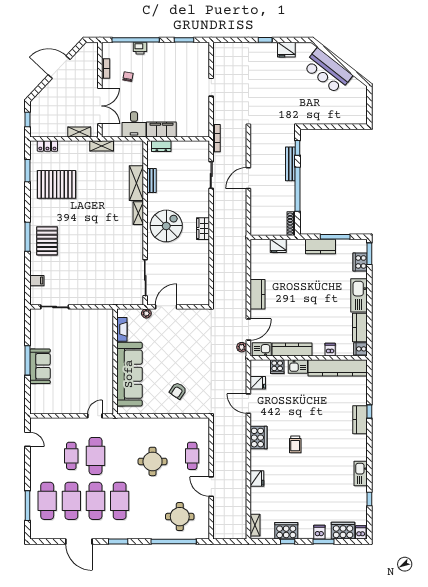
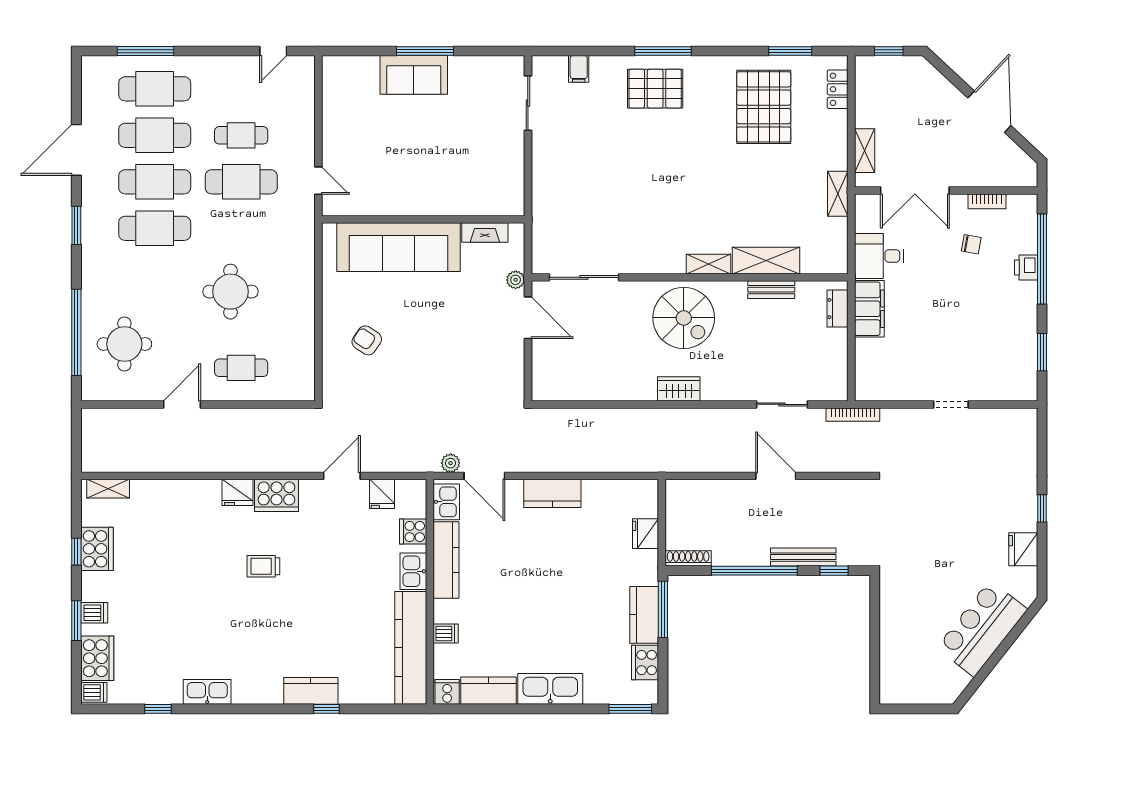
window: (335, 237) -> (663, 609), moved
cooker: (360, 262) -> (645, 663), moved, turned -90
fridge: (257, 478) -> (238, 492), moved

